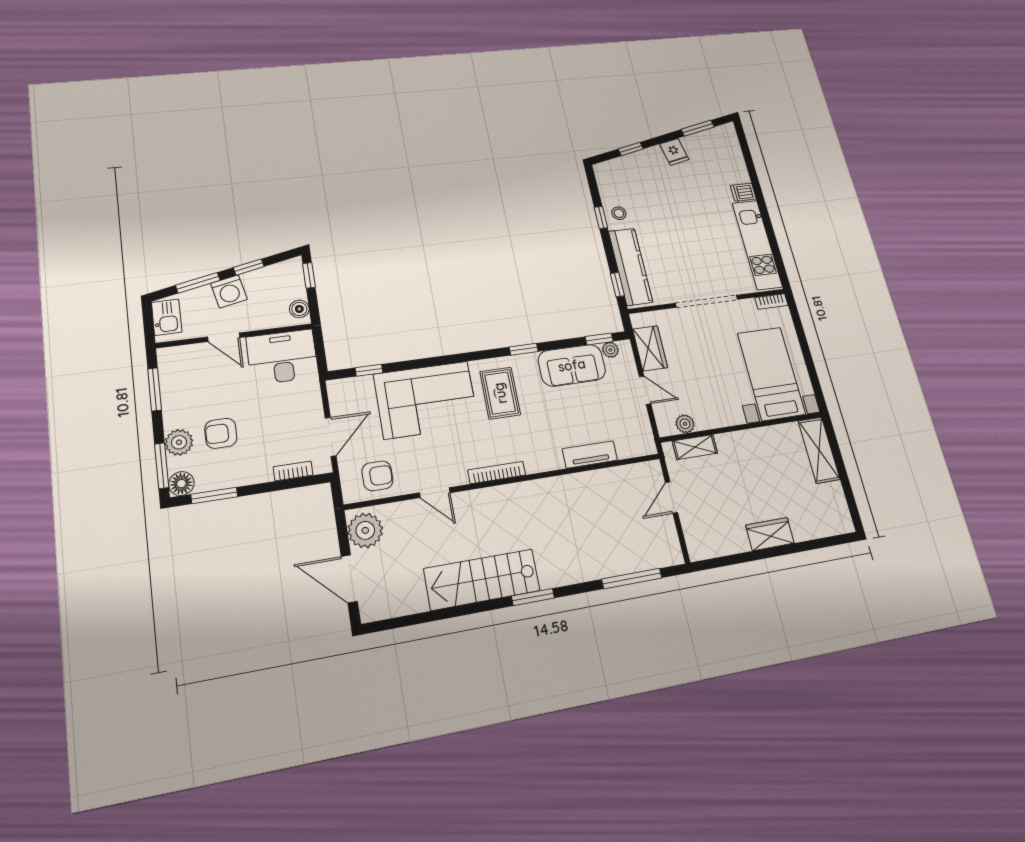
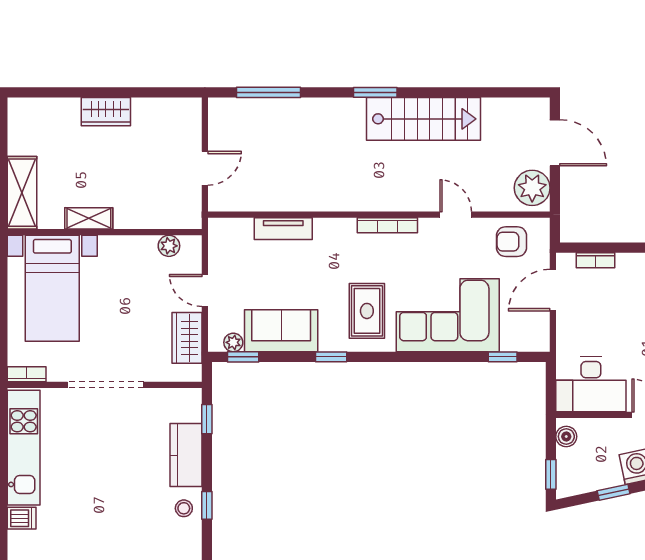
kitchen counter: (631, 267) -> (186, 455), width x0.67
shelving: (695, 447) -> (89, 218), moved

